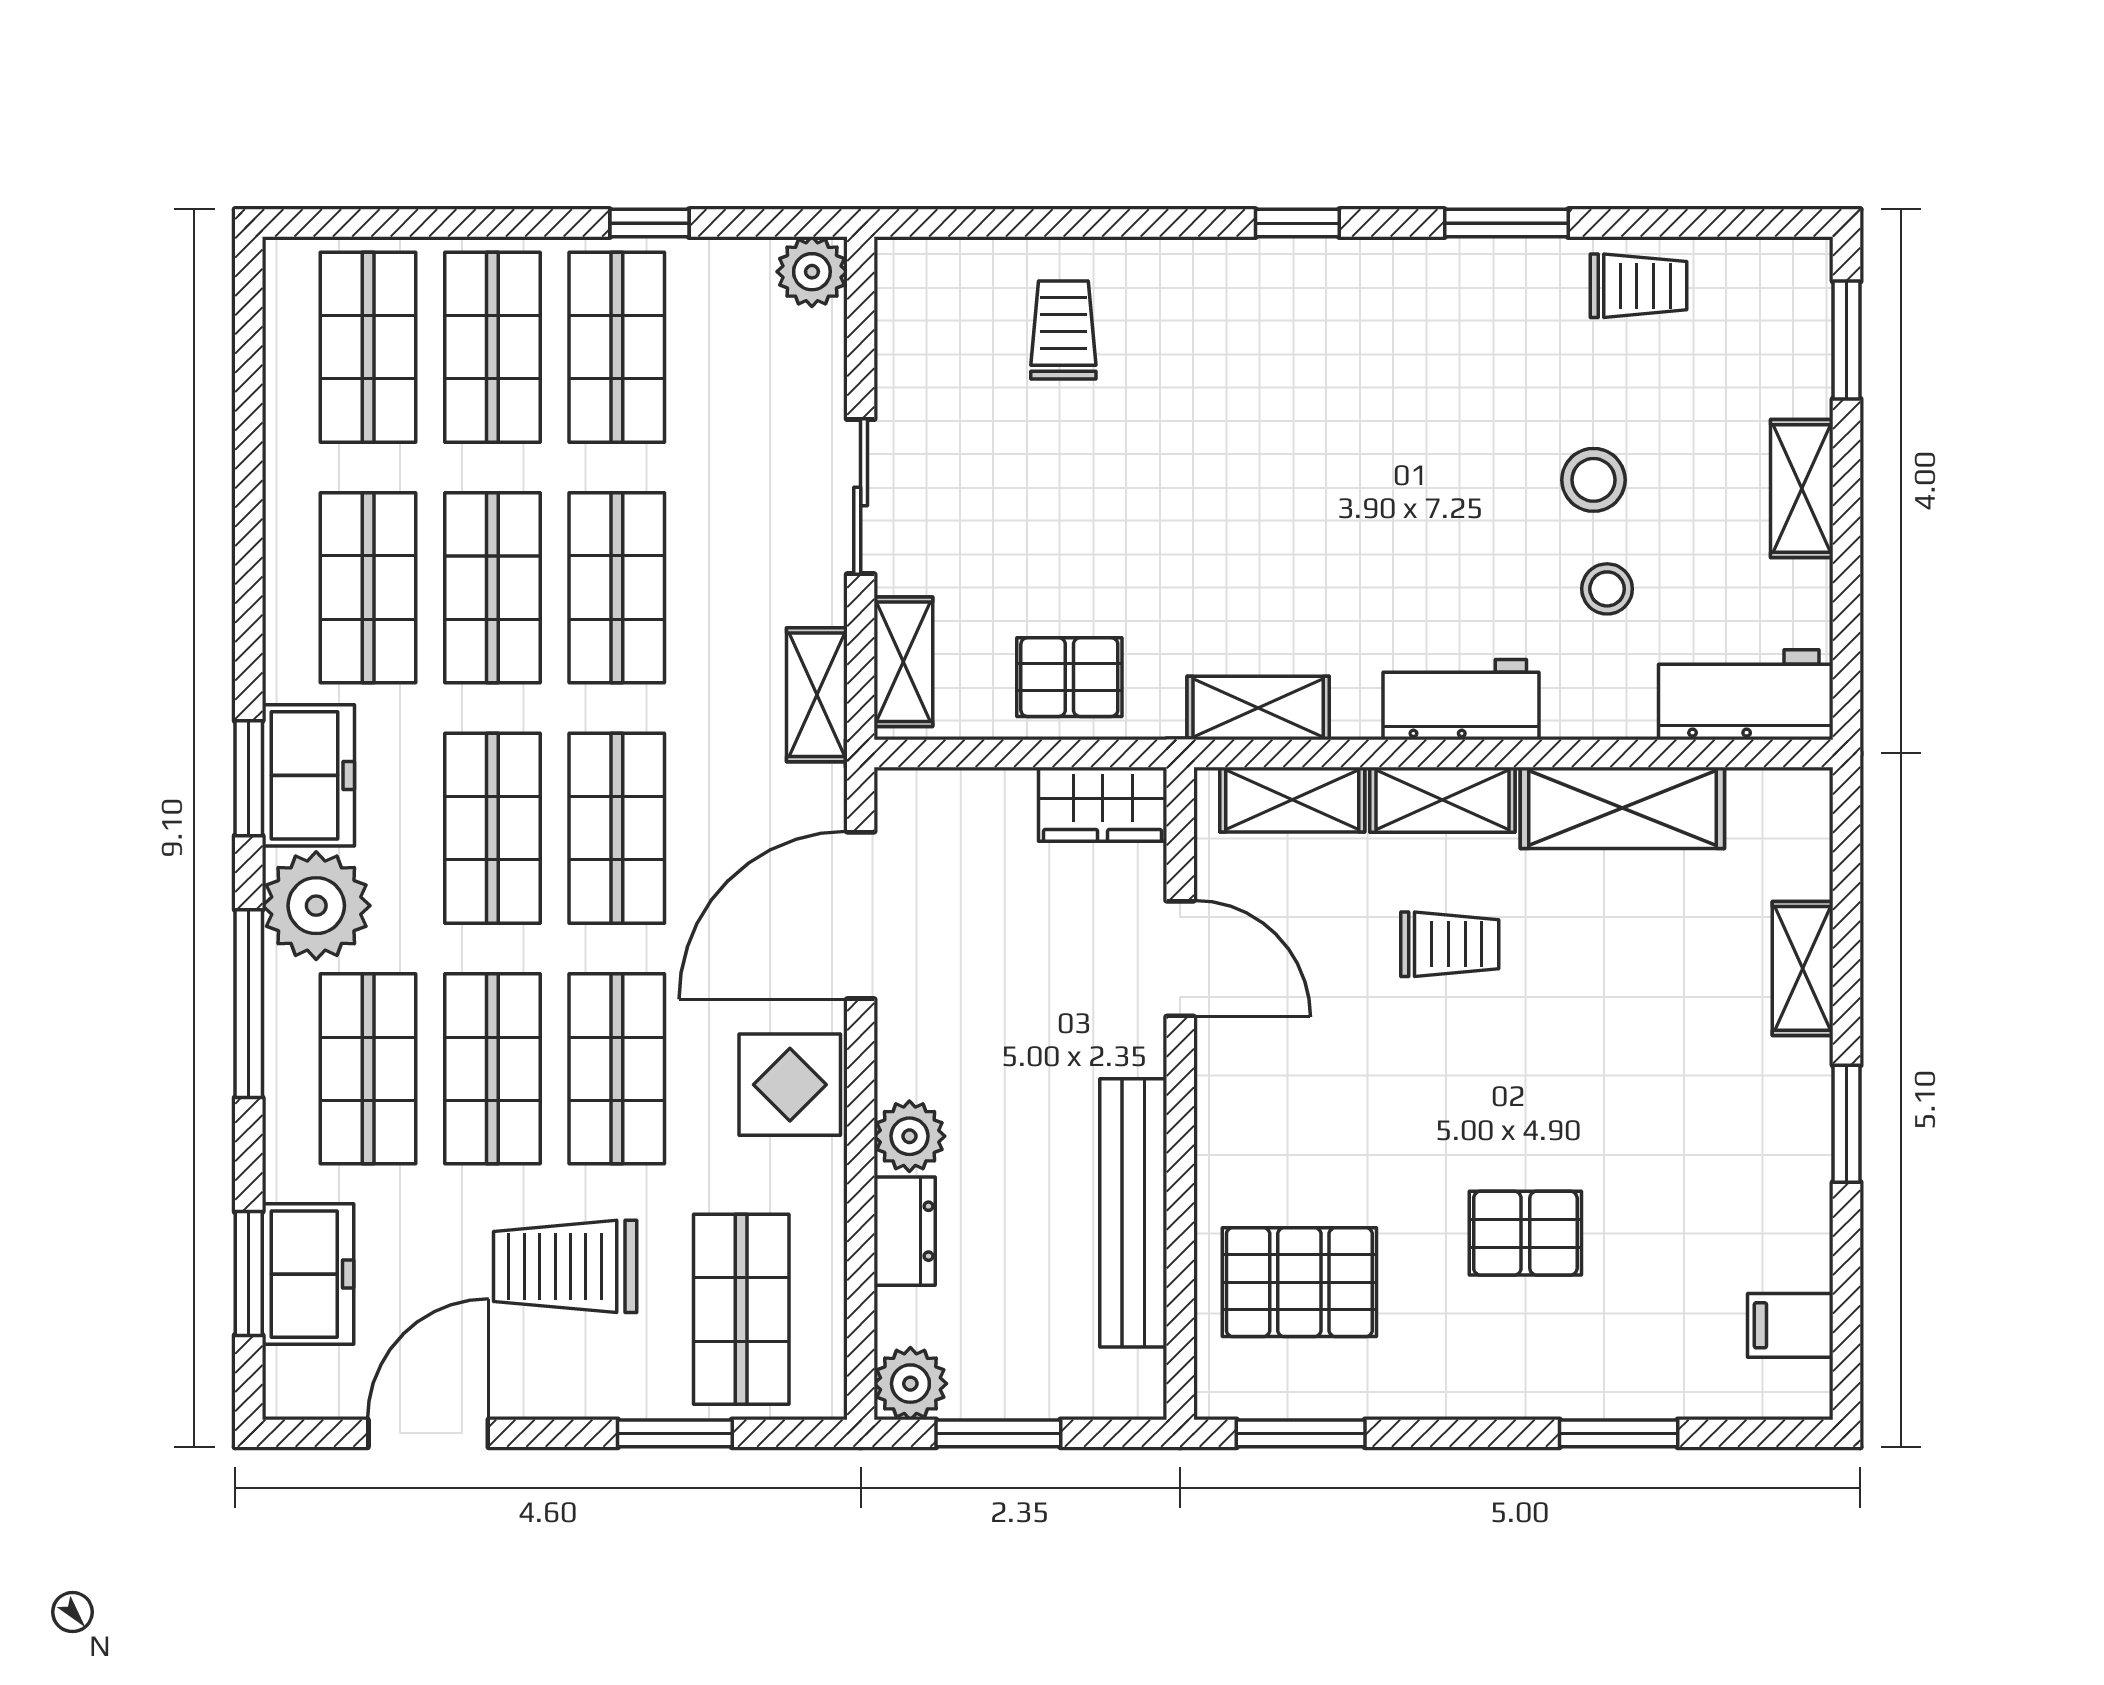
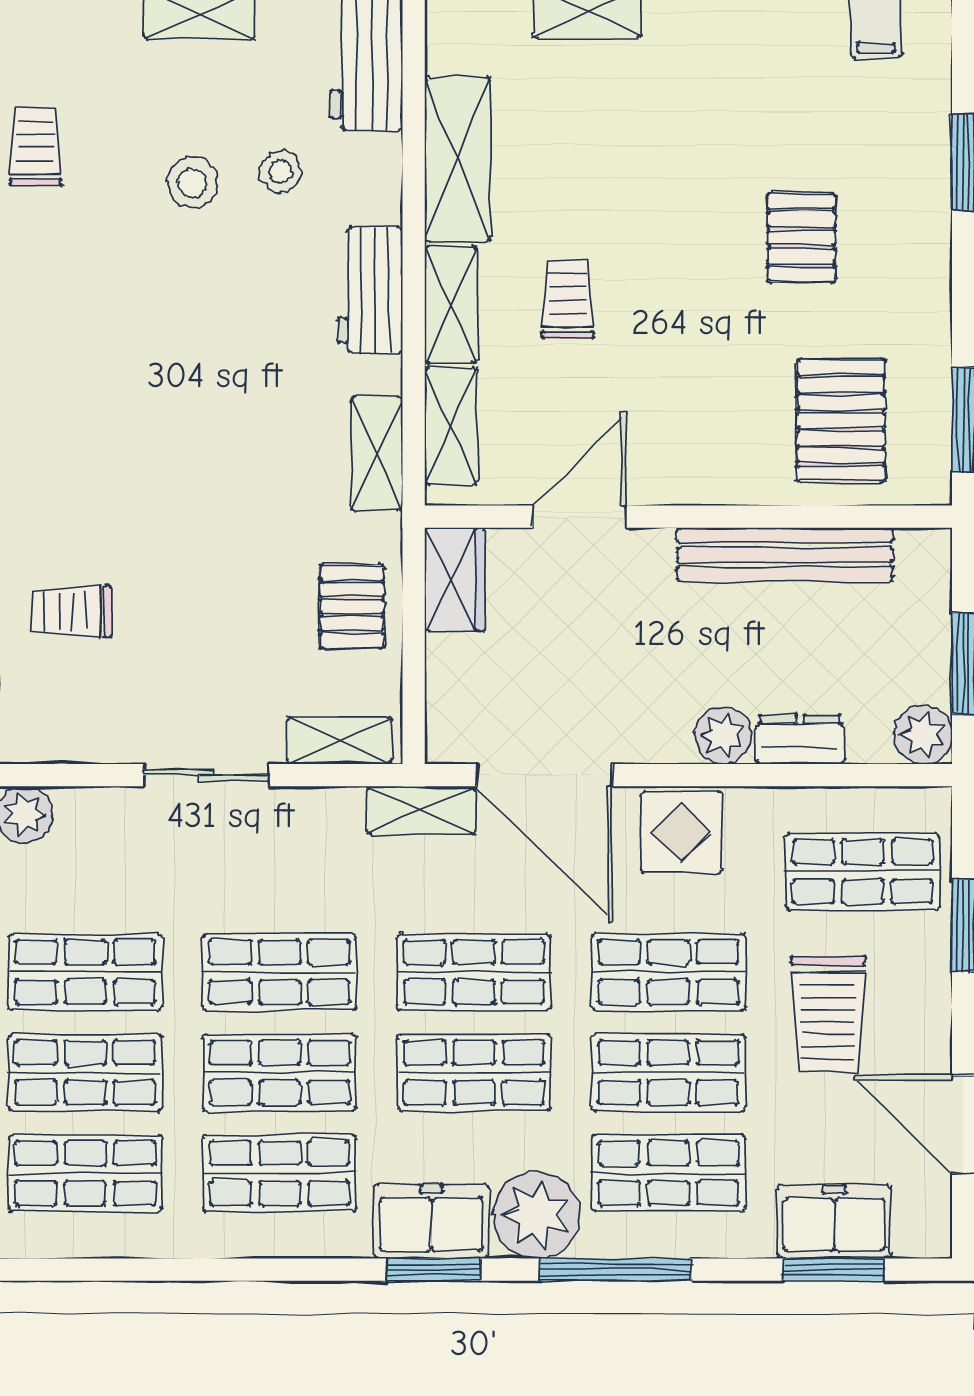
shelving: (817, 695) -> (421, 810), moved

